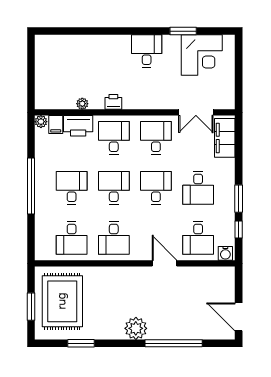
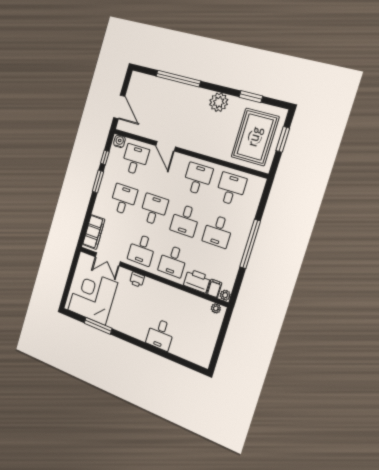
window: (183, 31) -> (98, 326), width x1.44
desk: (147, 51) -> (160, 334), moved
corner desk: (202, 55) -> (92, 296), width x1.36, depth x1.36
printer: (113, 102) -> (137, 280), moved
plant: (82, 104) -> (216, 308), moved
double door: (196, 112) -> (108, 259), swing flipped
desk: (156, 188) -> (154, 210), turned 180
door: (239, 317) -> (119, 107), moved
plant: (136, 328) -> (219, 102), moved

